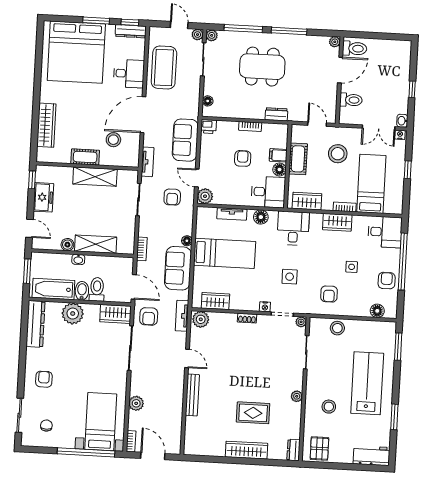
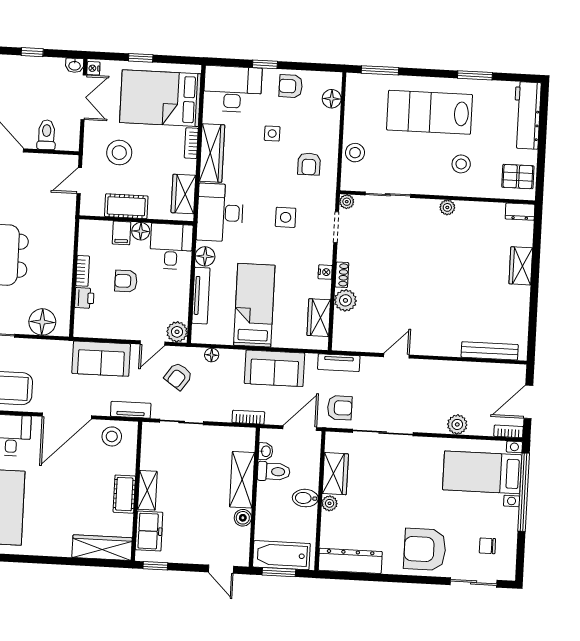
floor lamp: (208, 101) -> (42, 322), width x1.89, depth x1.89
dresser: (276, 114) -> (66, 236), removed
door: (143, 115) -> (67, 416), hinge flipped
wardrobe: (46, 125) -> (102, 548), moved
printer: (209, 127) -> (84, 298), moved
stool: (113, 140) -> (112, 436), moved
shelving: (95, 177) -> (147, 490), width x0.67, depth x0.75
bed: (371, 184) -> (160, 98), width x1.50
freezer: (43, 197) -> (149, 531), moved, turned 90
armchair: (172, 197) -> (178, 376), turned 125
tv unit: (232, 214) -> (201, 296), width x1.41
wardrobe: (337, 222) -> (212, 153), width x1.50
door: (29, 228) -> (221, 569), swing flipped
desk: (293, 228) -> (220, 213), width x1.37
desk: (385, 232) -> (233, 89), width x1.37
floor lamp: (187, 241) -> (212, 355), moved
washbasin: (78, 259) -> (266, 451), moved
window: (403, 262) -> (265, 64), width x0.32
bathtub: (53, 289) -> (281, 555), moved, turned 90
toilet: (97, 289) -> (274, 471), moved, turned 180
armchair: (329, 294) -> (309, 164), turned 90
nightstand: (265, 307) -> (325, 272), moved
plant: (73, 314) -> (330, 503), width x0.53, depth x0.53
wardrobe: (115, 314) -> (335, 474), moved
plant: (201, 319) -> (345, 300), moved
armchair: (44, 379) -> (425, 549), width x1.88, depth x1.88
bench: (192, 395) -> (490, 351), moved
rug: (253, 413) -> (470, 266), removed
wardrobe: (247, 450) -> (521, 266), width x0.67
workbench: (371, 456) -> (527, 115), width x1.38

